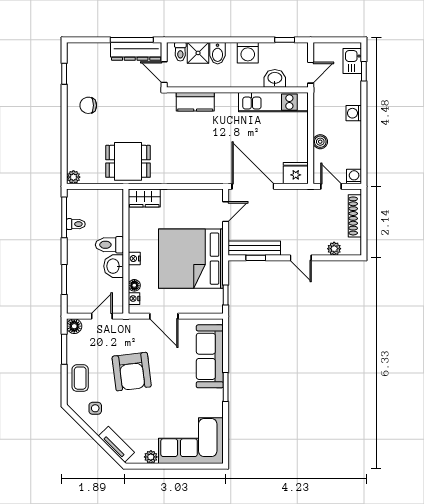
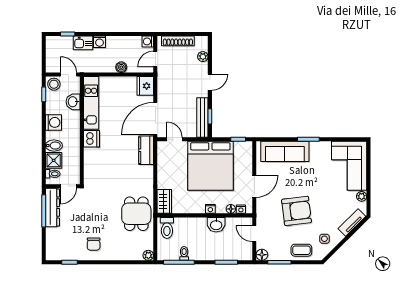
stool: (298, 53) -> (54, 84), added
kitchen sink: (352, 61) -> (83, 43), moved
kitchen counter: (195, 102) -> (146, 150), moved, turned 180
dishwasher: (226, 103) -> (91, 139), added
toilet: (109, 245) -> (167, 228), moved

